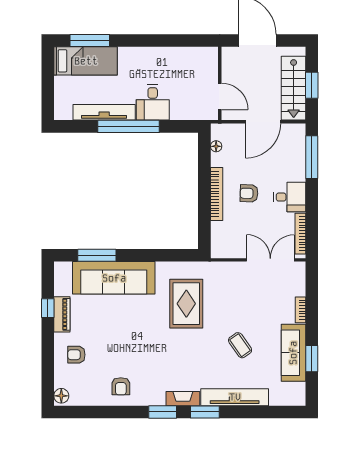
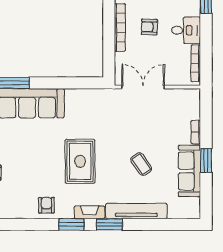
double door: (270, 260) -> (143, 87), moved
rug: (186, 304) -> (80, 161), moved
window: (312, 359) -> (206, 160), moved
armchair: (121, 386) -> (46, 205), moved, turned 180

